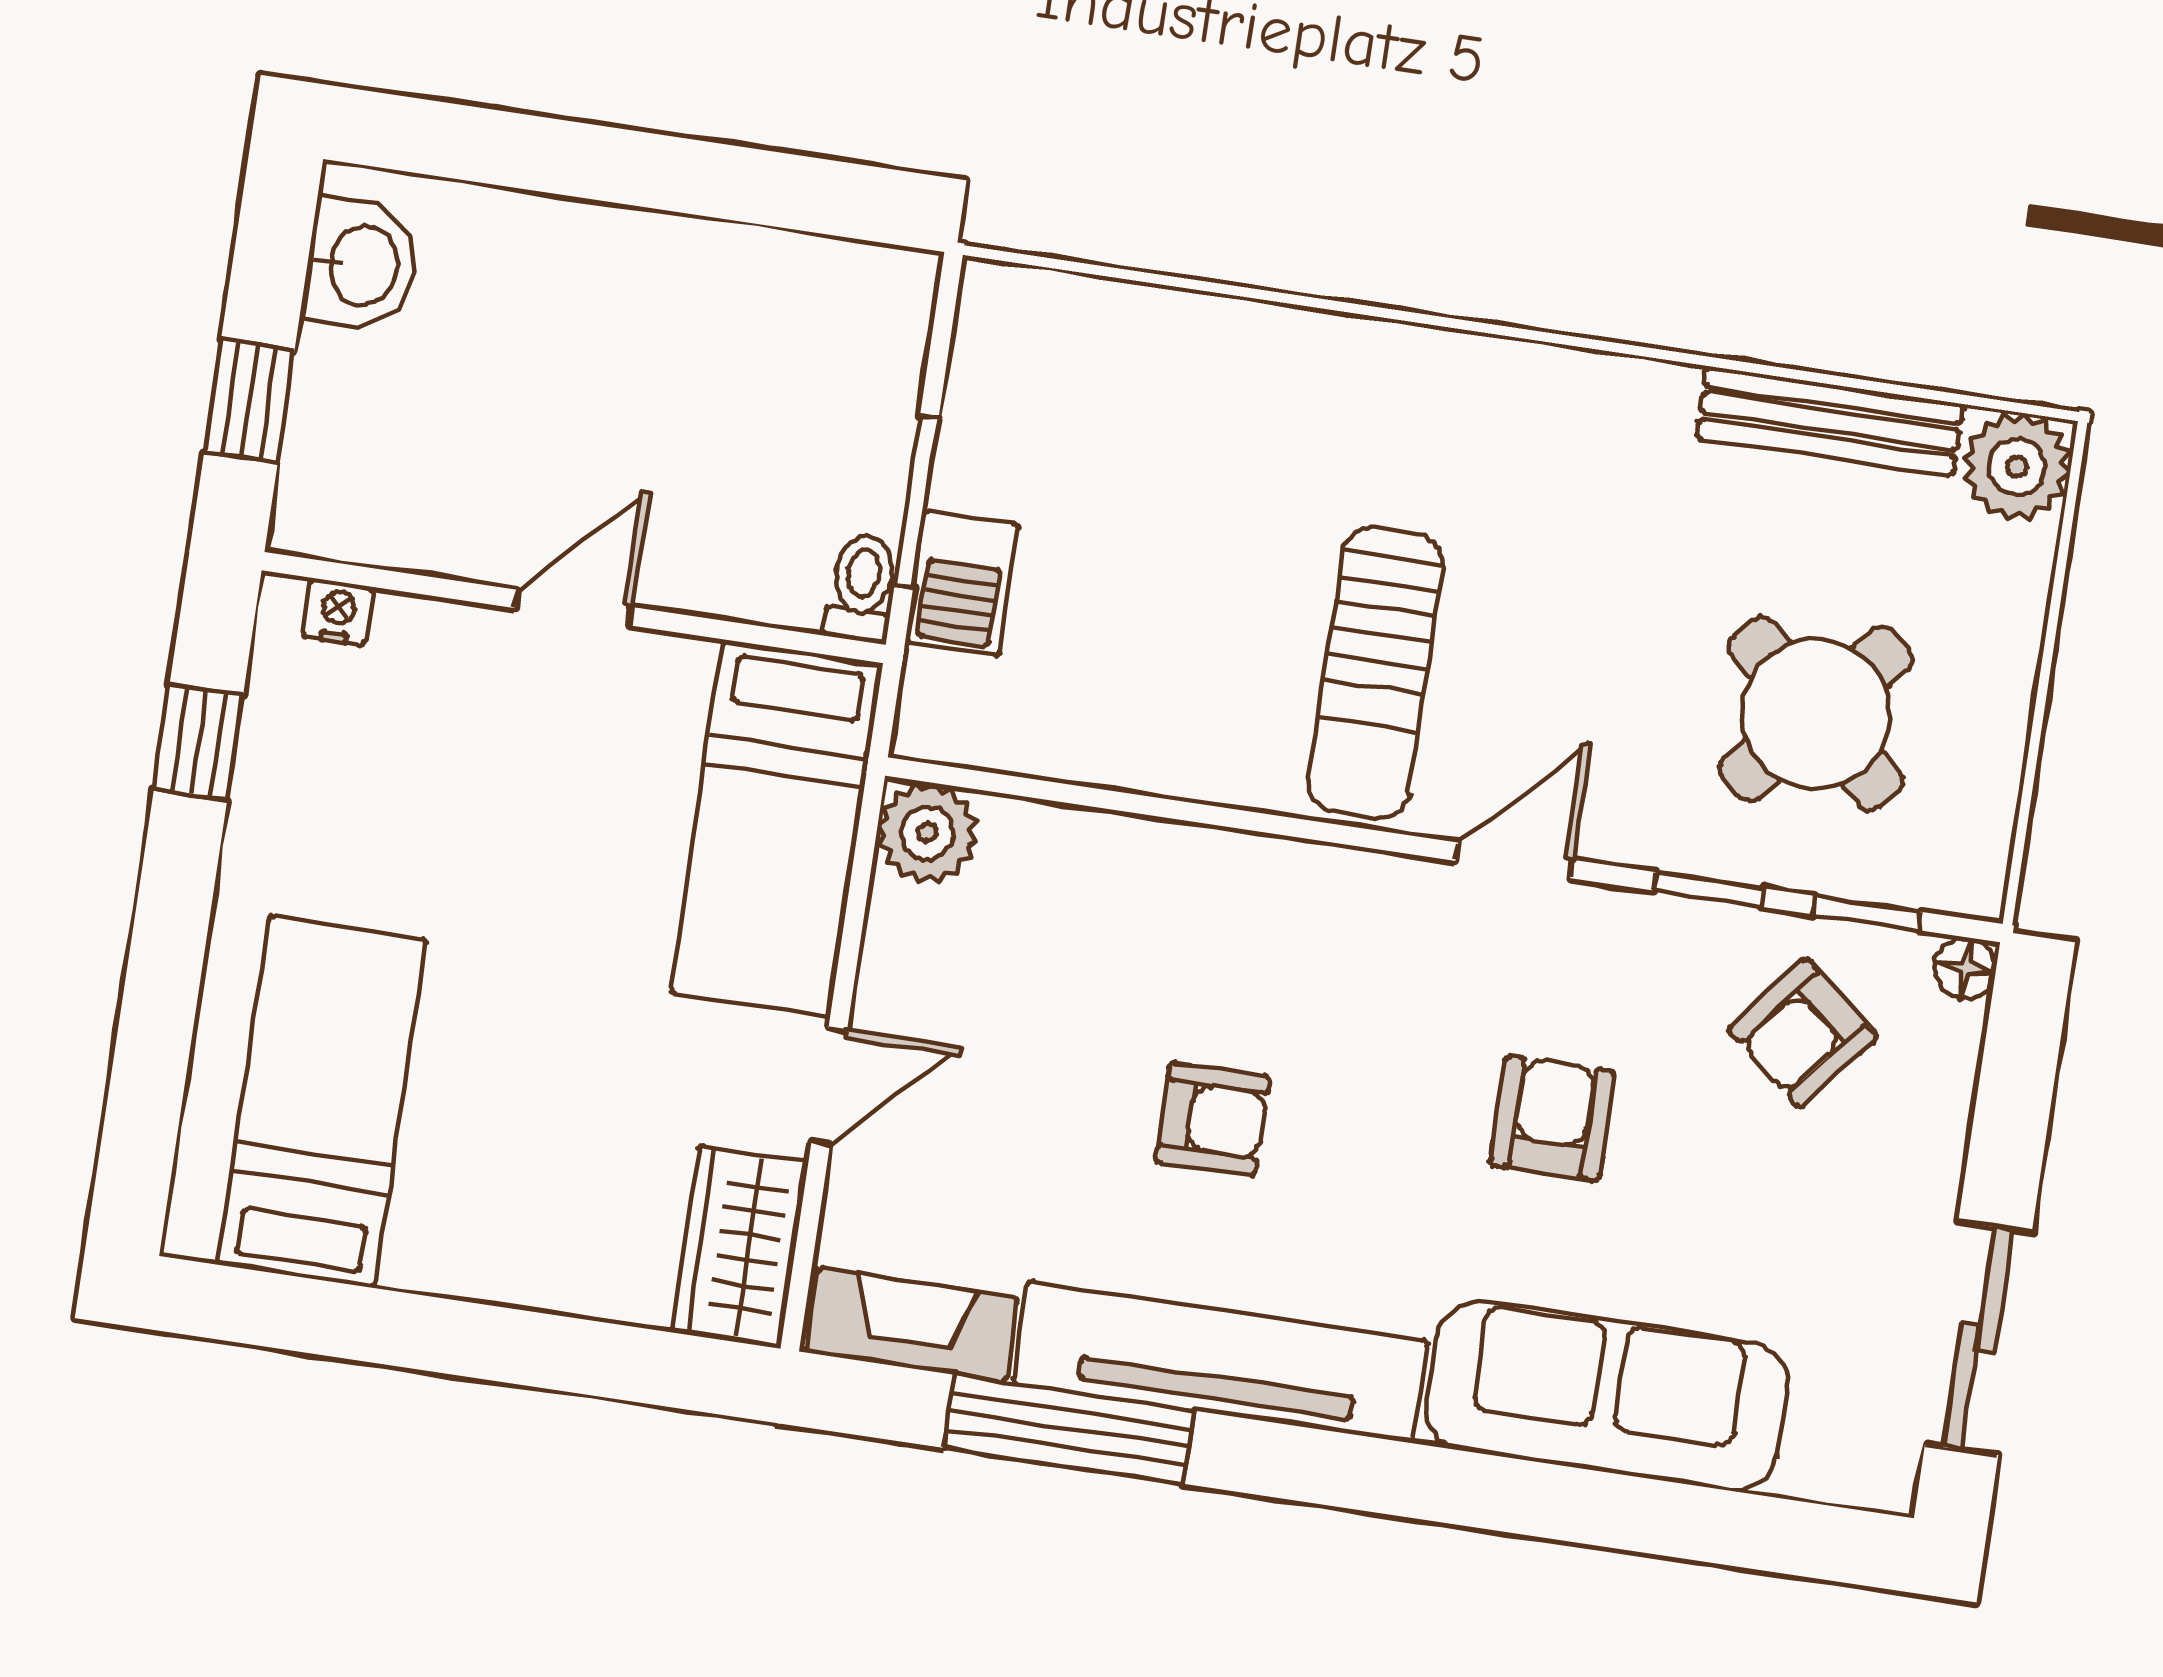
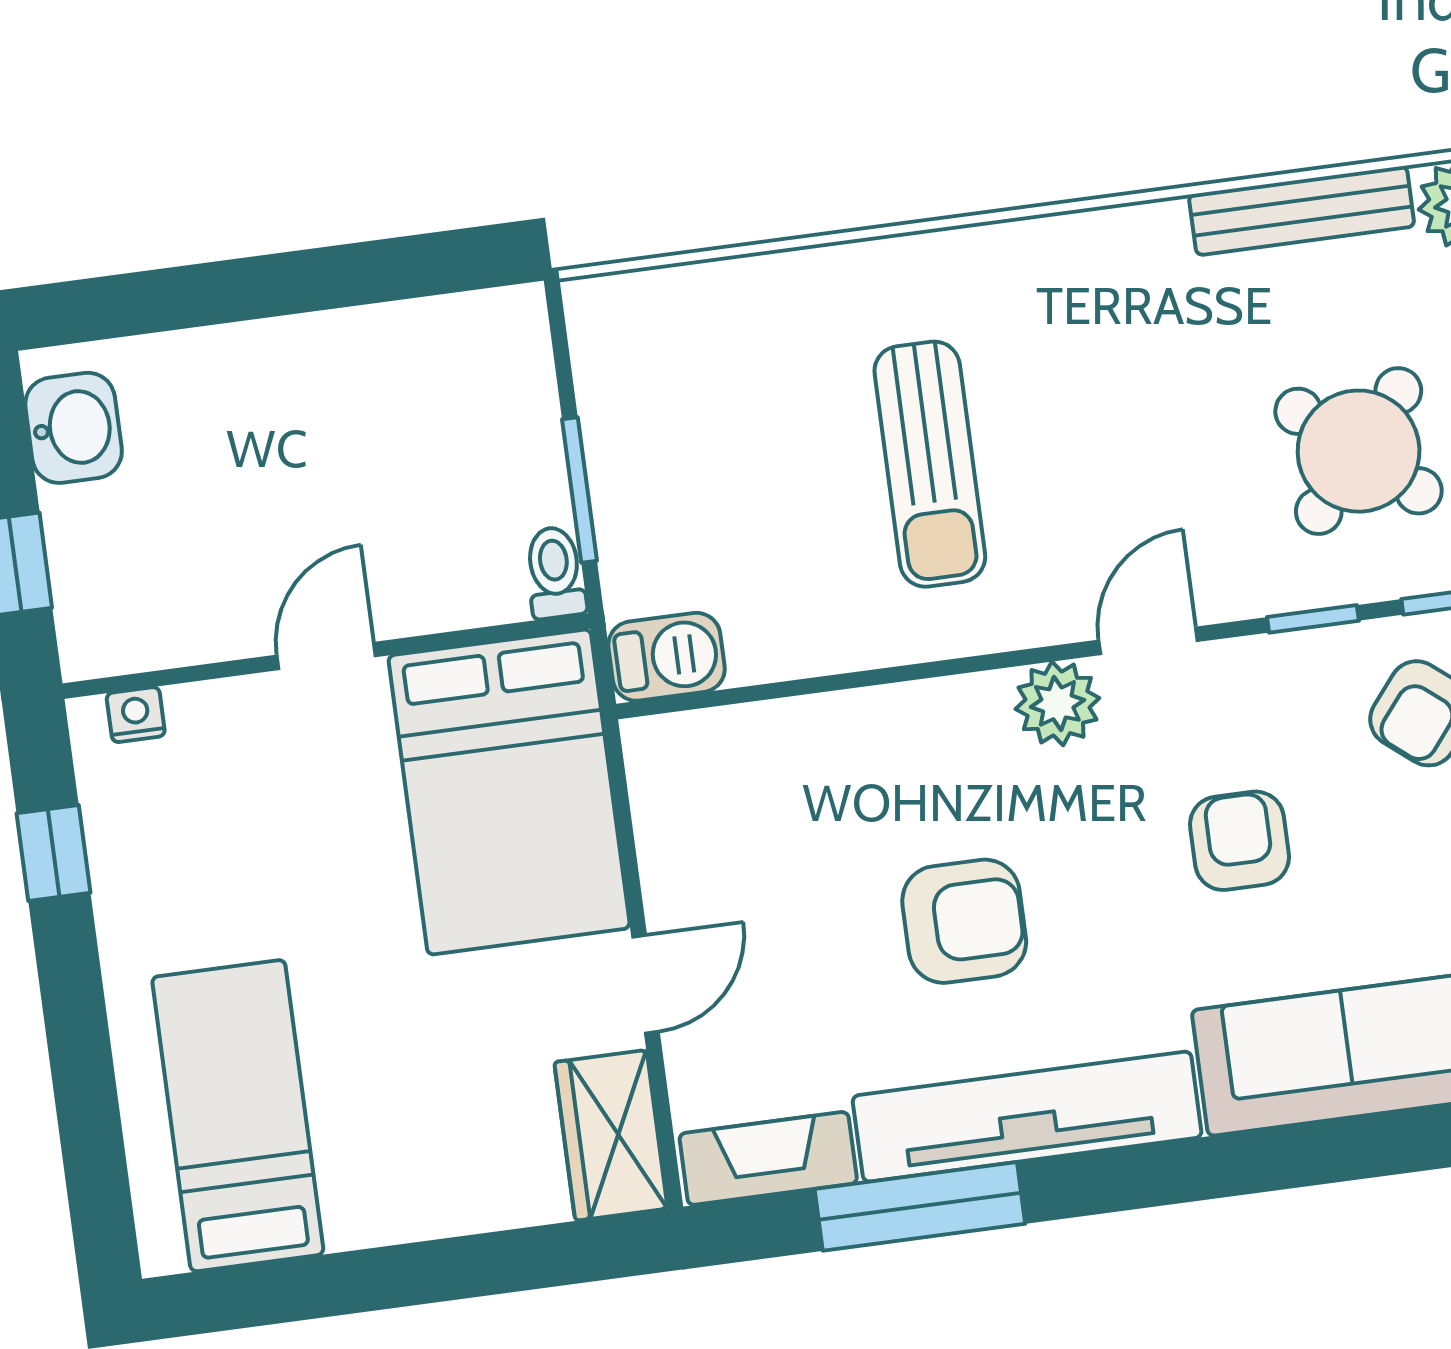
barbecue: (962, 583) -> (667, 657), moved, turned -90
sun lounger: (1376, 673) -> (930, 464), moved
bed: (777, 828) -> (509, 792), width x1.50
plant: (927, 833) -> (1057, 703), moved
armchair: (1213, 1119) -> (964, 921), width x1.38, depth x1.38

